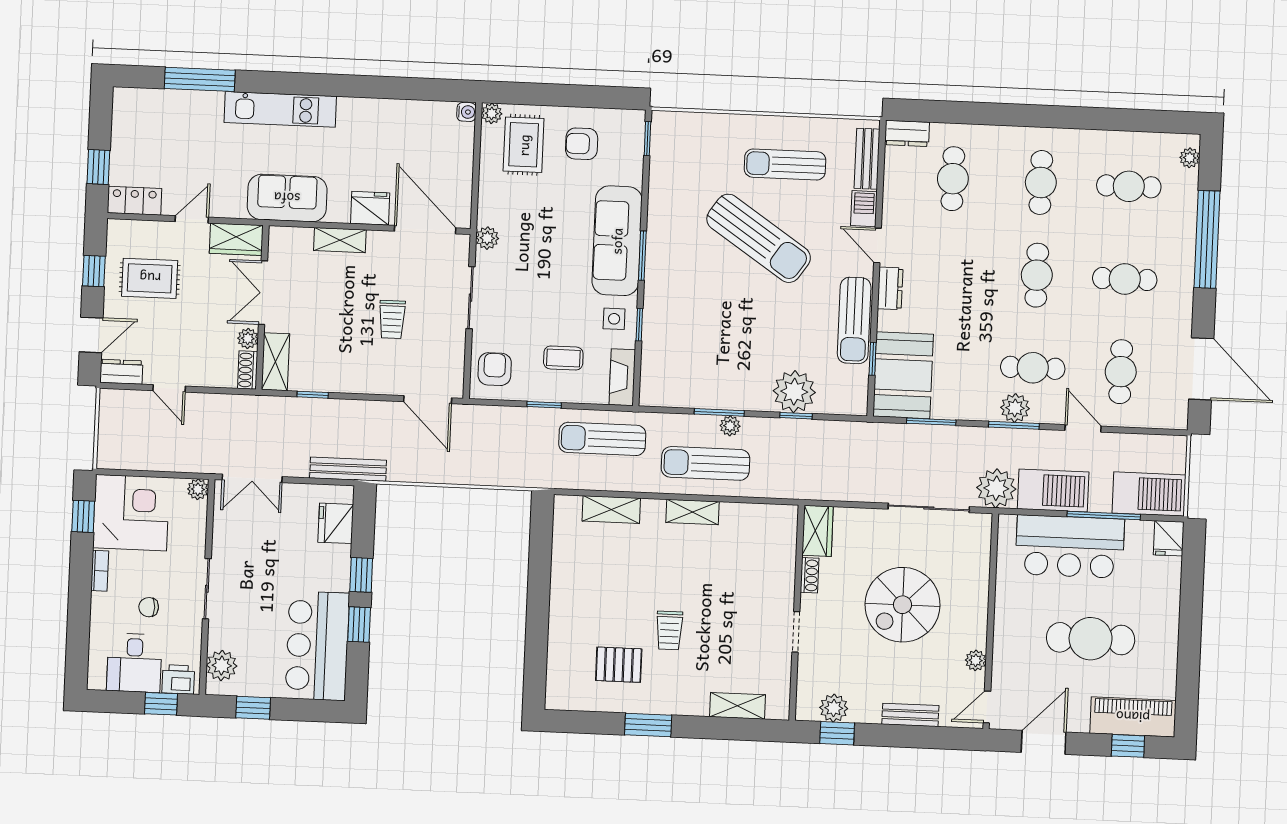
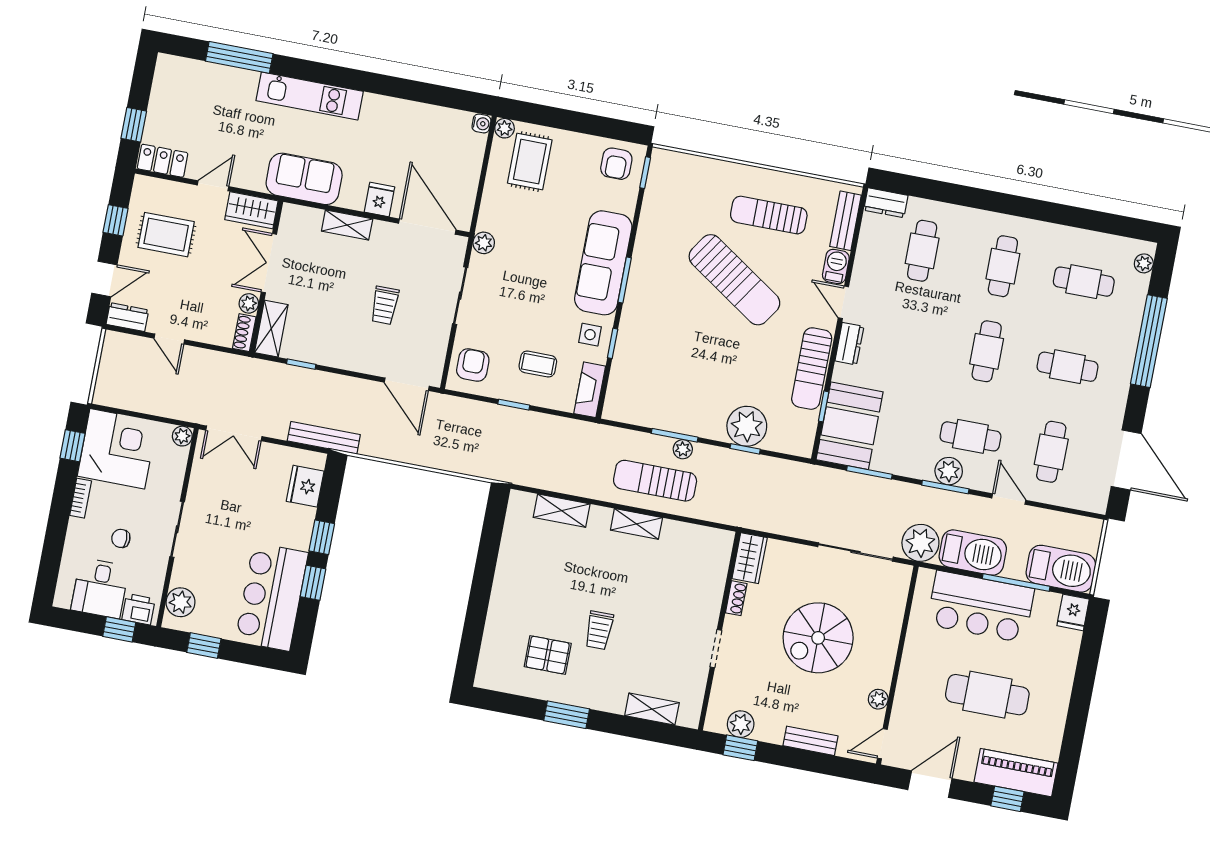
armchair: (582, 144) -> (616, 164), moved, turned -90
fridge: (370, 208) -> (379, 199), width x0.72
sun lounger: (602, 439) -> (563, 444), removed

